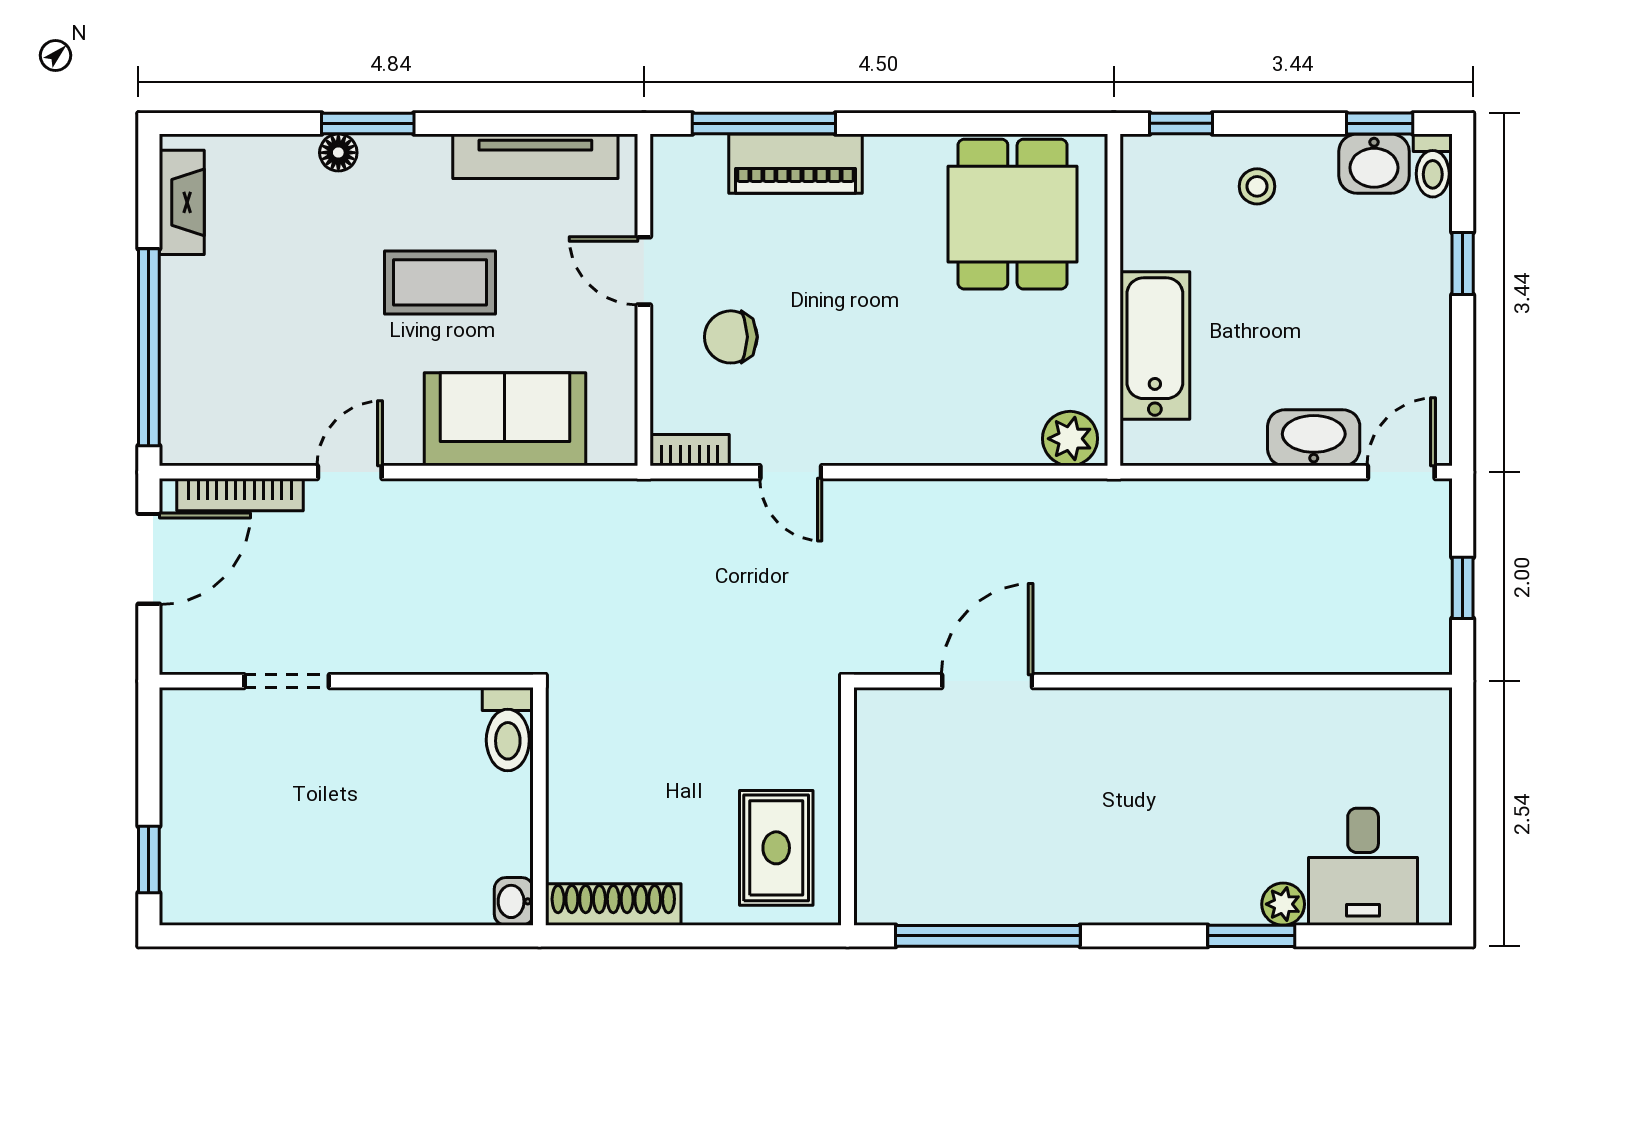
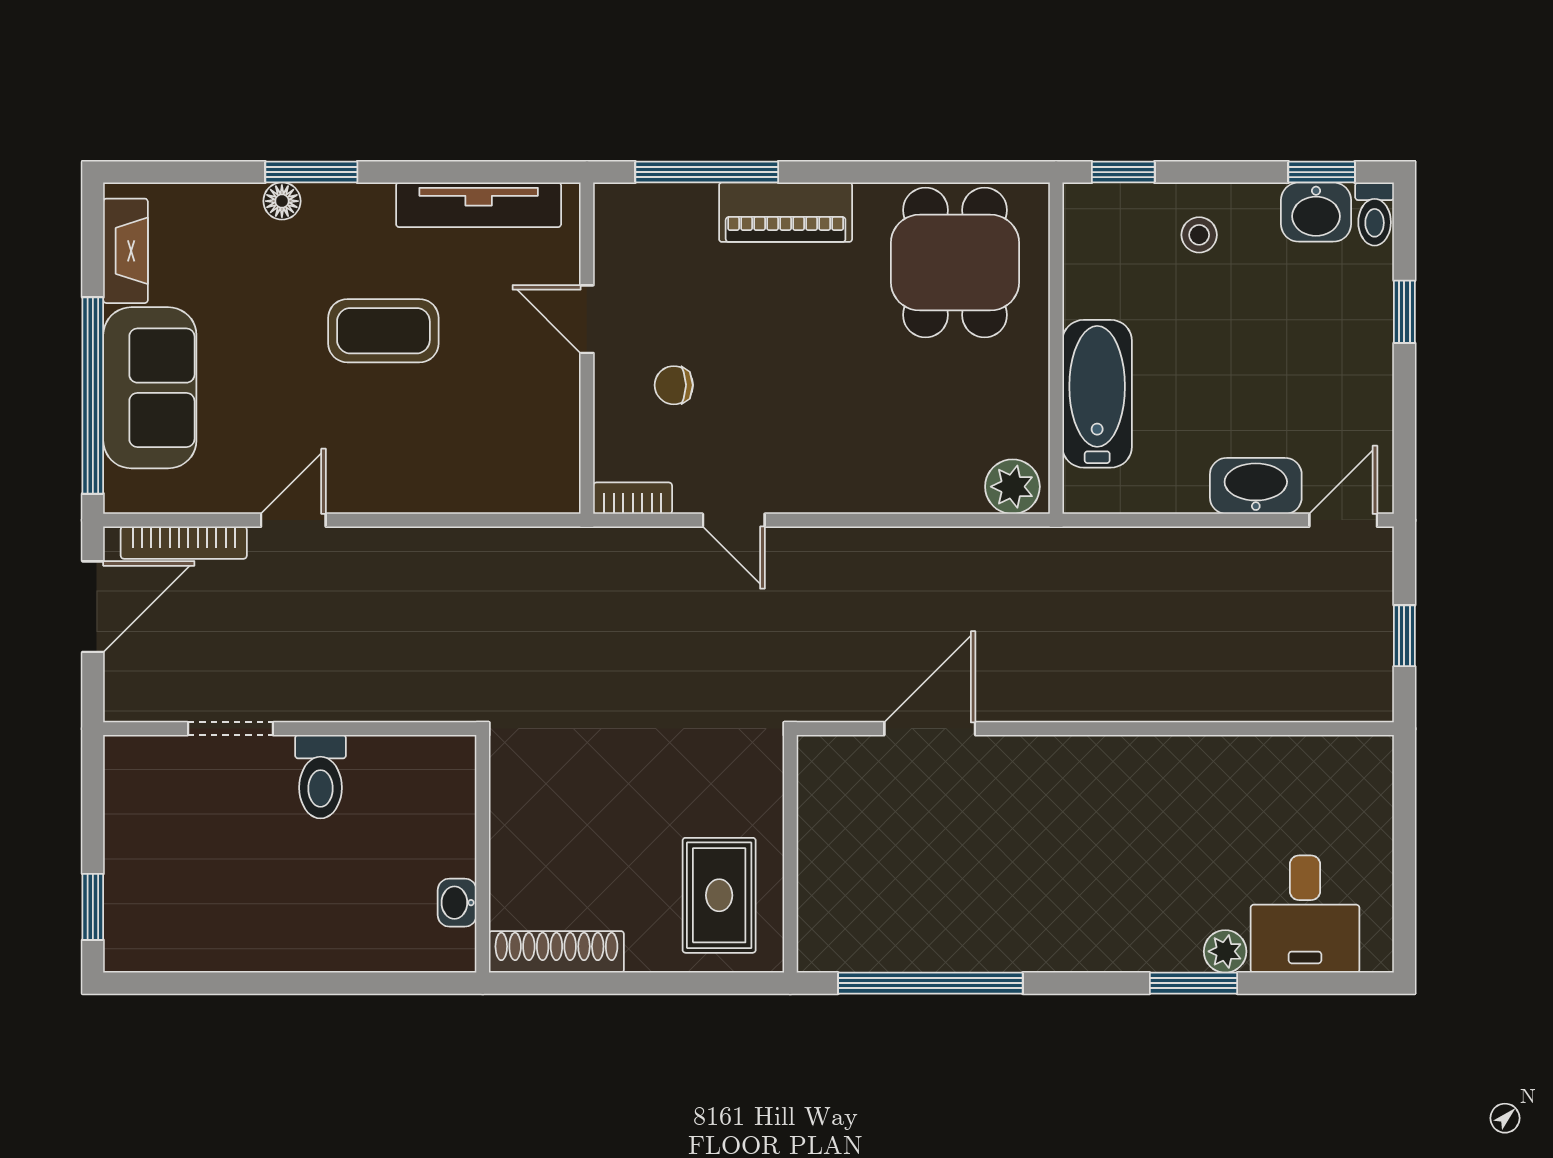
piano: (795, 164) -> (786, 212), moved
chair: (731, 337) -> (674, 385), width x0.73, depth x0.73
sofa: (505, 419) -> (150, 388), moved, turned 90
toilet: (508, 729) -> (320, 777), moved
washbasin: (514, 901) -> (457, 903), moved

